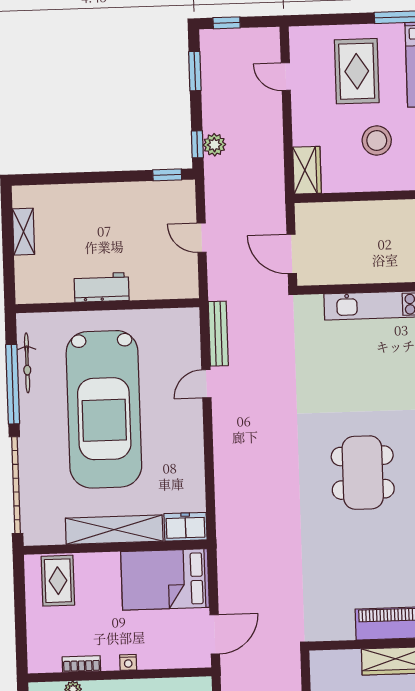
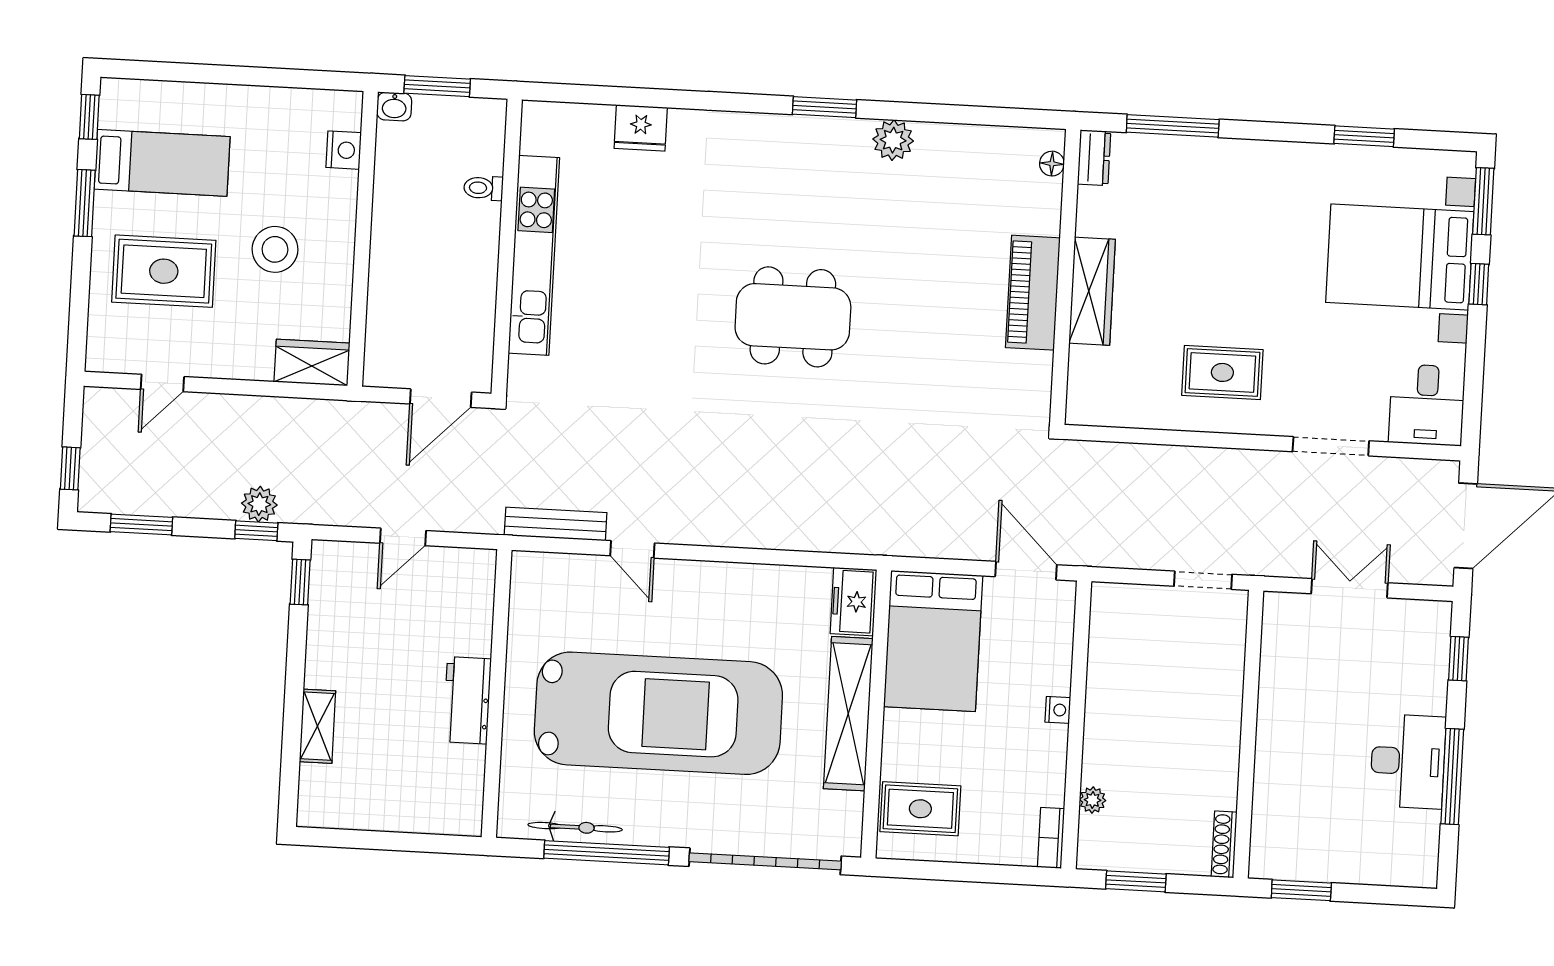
shelving: (24, 232) -> (317, 726), moved, turned 90
bookcase: (81, 664) -> (1051, 838), moved

